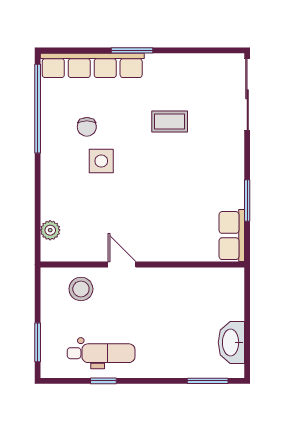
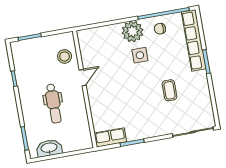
chair: (87, 127) -> (160, 29), moved
plant: (50, 230) -> (132, 31), moved, width x1.88, depth x1.88
dental chair: (101, 353) -> (53, 104), moved

